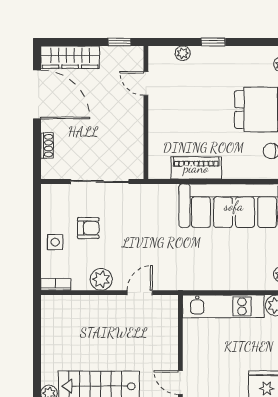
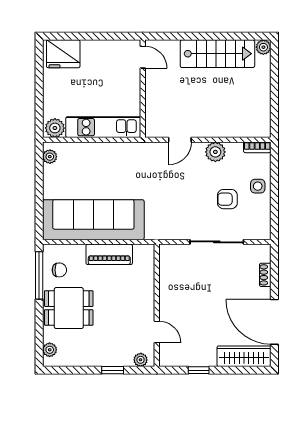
door: (146, 83) -> (157, 332), moved
wall: (146, 113) -> (157, 305), moved
piano: (196, 168) -> (109, 254), moved

